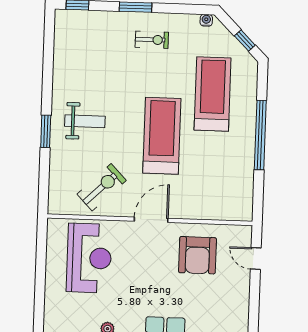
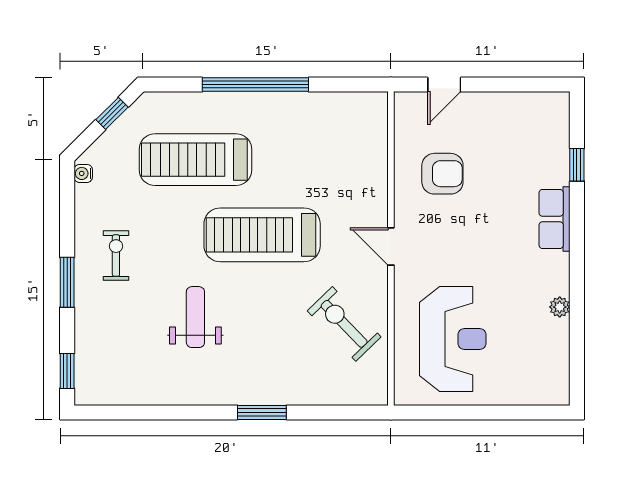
weight bench: (85, 121) -> (195, 317), moved
door: (151, 220) -> (391, 246), width x0.73
armchair: (197, 255) -> (442, 174), width x0.73, depth x0.73
reception desk: (89, 258) -> (453, 339), turned 90

